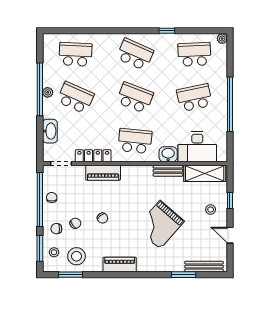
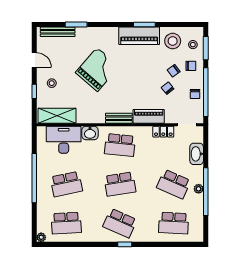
window: (167, 31) -> (125, 244), moved
school desk: (135, 98) -> (120, 184), turned -30
locker: (93, 156) -> (163, 132), width x0.66
bench: (168, 171) -> (119, 118), moved
chair: (102, 218) -> (168, 88), moved
piano: (120, 265) -> (139, 36), width x1.37, depth x1.33
window: (70, 275) -> (144, 24), moved

